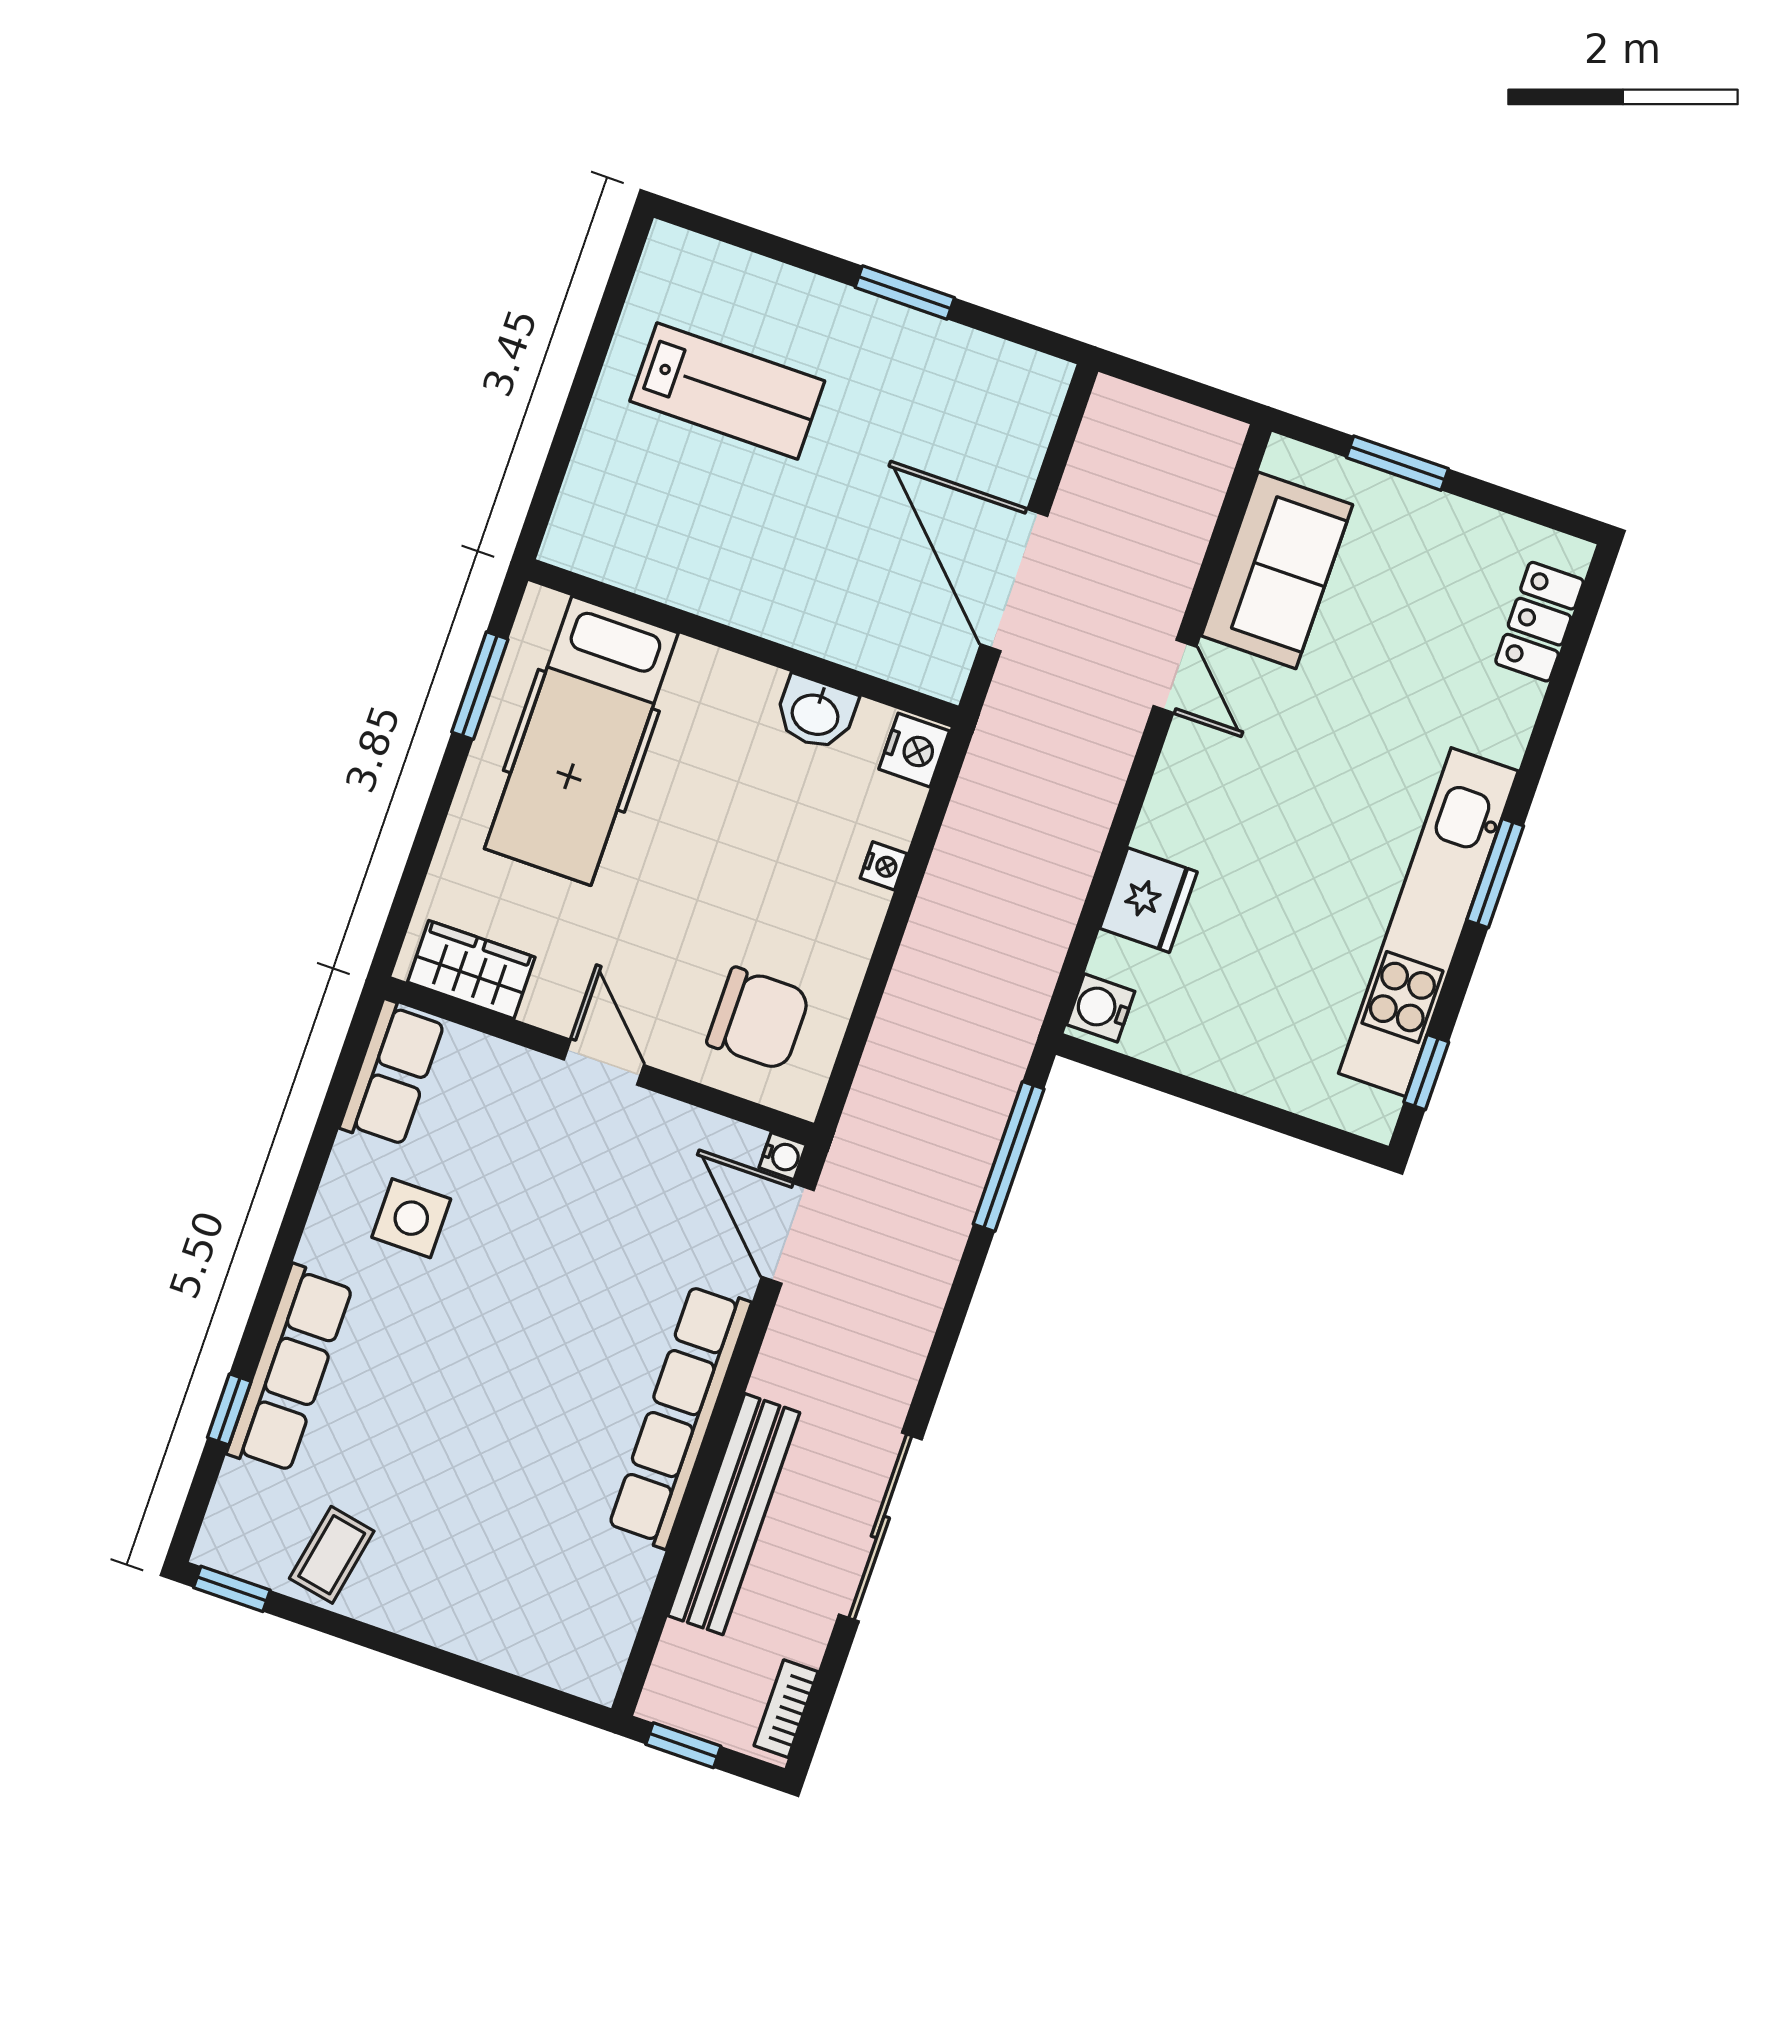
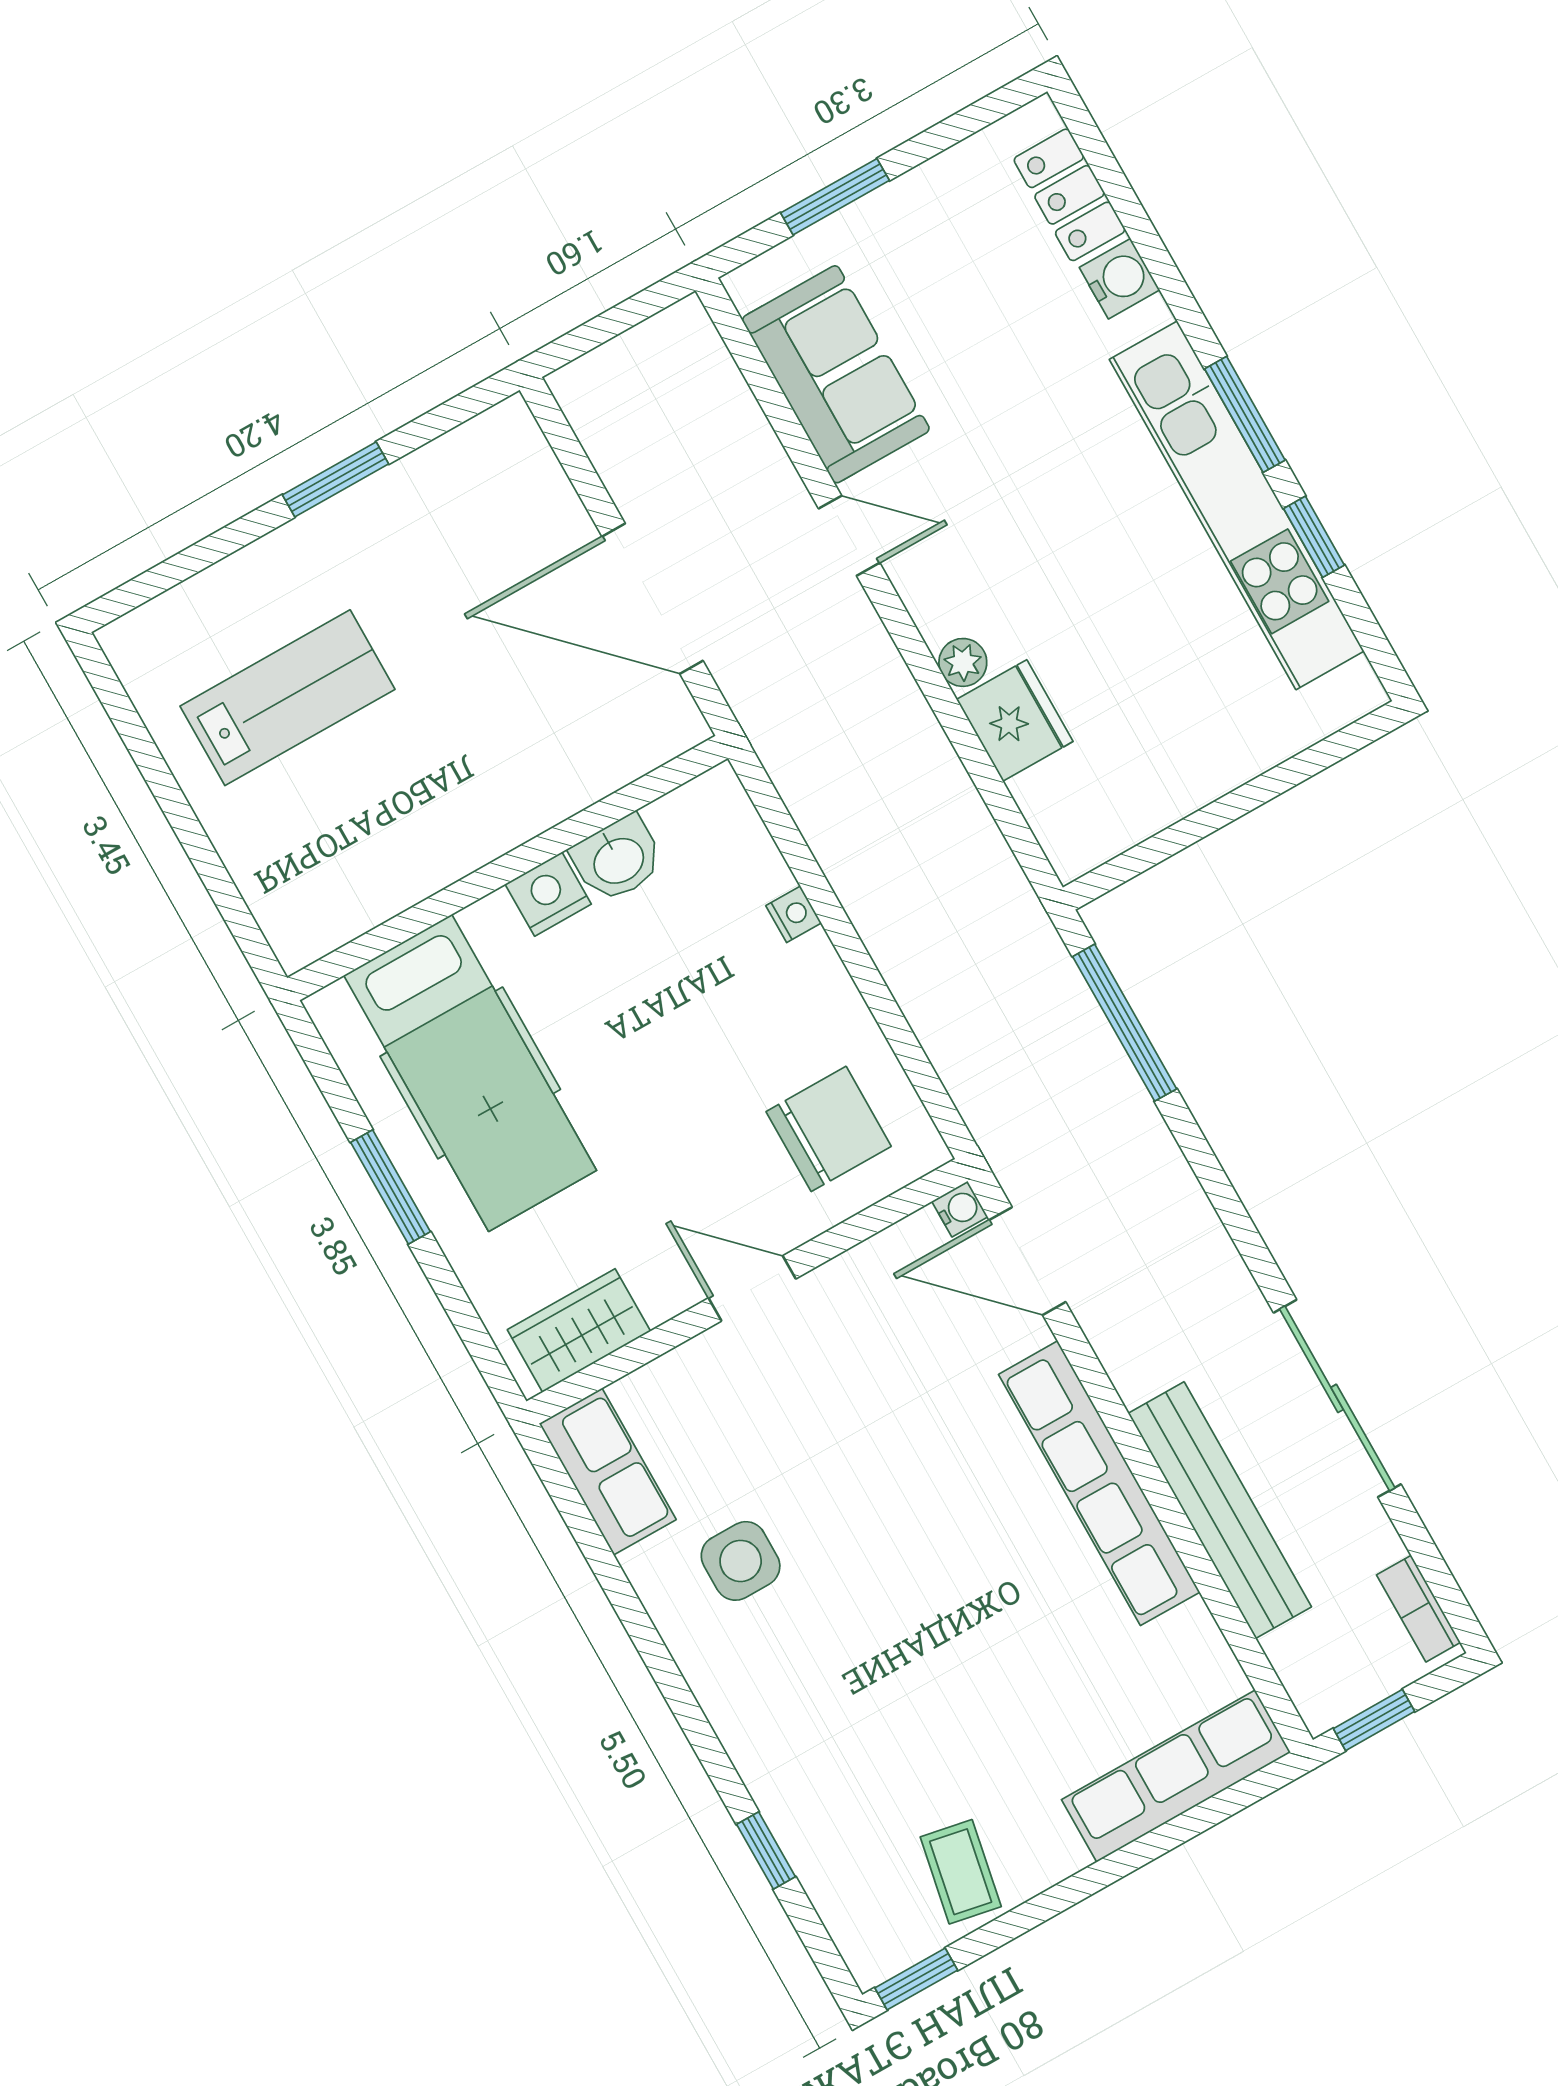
window: (480, 686) -> (391, 1187), moved
nightstand: (914, 750) -> (548, 894), moved, turned -90
plant: (1157, 830) -> (963, 662), added
water cooler: (1101, 1008) -> (1119, 279), moved, turned 180
window: (1426, 1072) -> (1314, 537), moved
row of seats: (290, 1369) -> (1176, 1776), moved, turned -90

